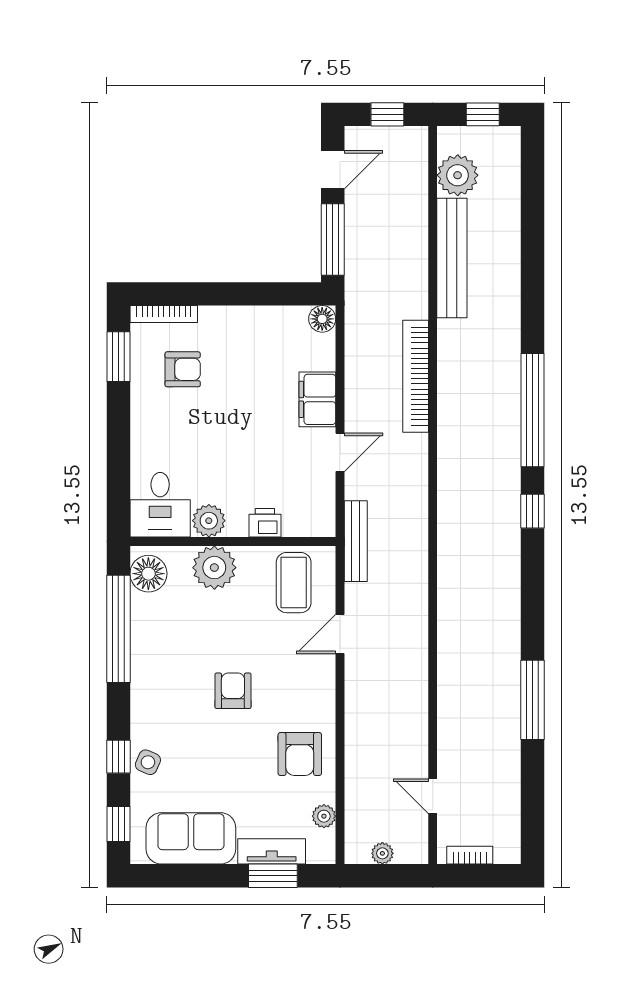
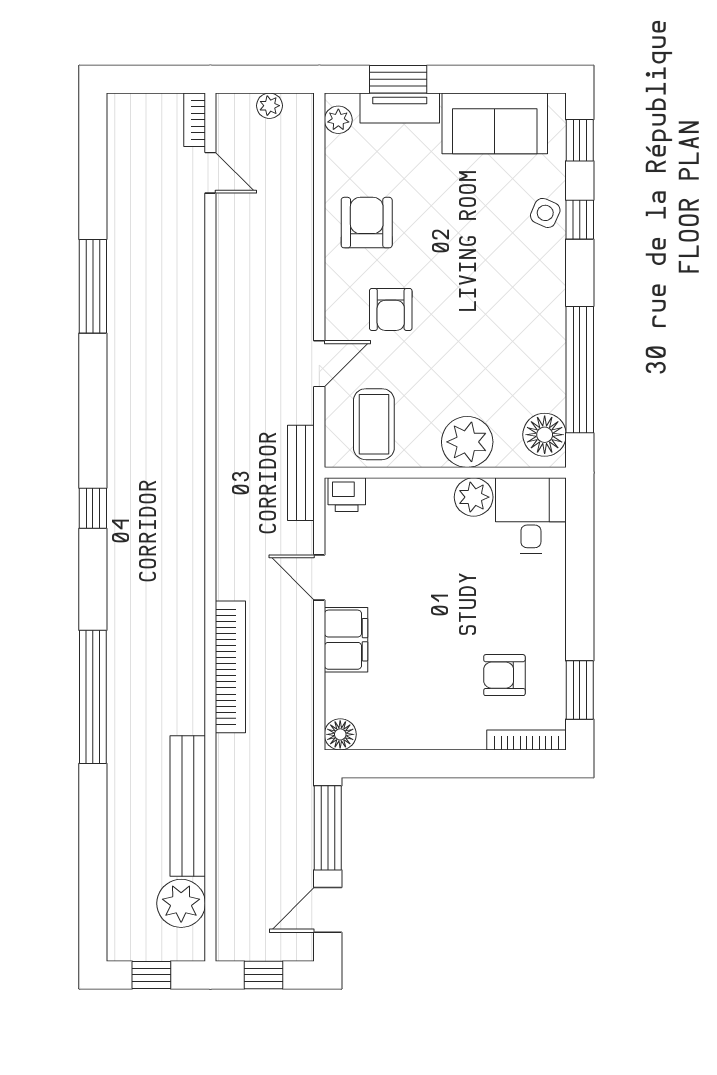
window: (533, 410) -> (93, 697), moved
door: (340, 452) -> (319, 577), hinge flipped
printer: (265, 523) -> (347, 495), moved
armchair: (233, 691) -> (391, 309), moved
plant: (324, 816) -> (338, 120), moved
bookcase: (470, 855) -> (195, 120), moved, turned 90

